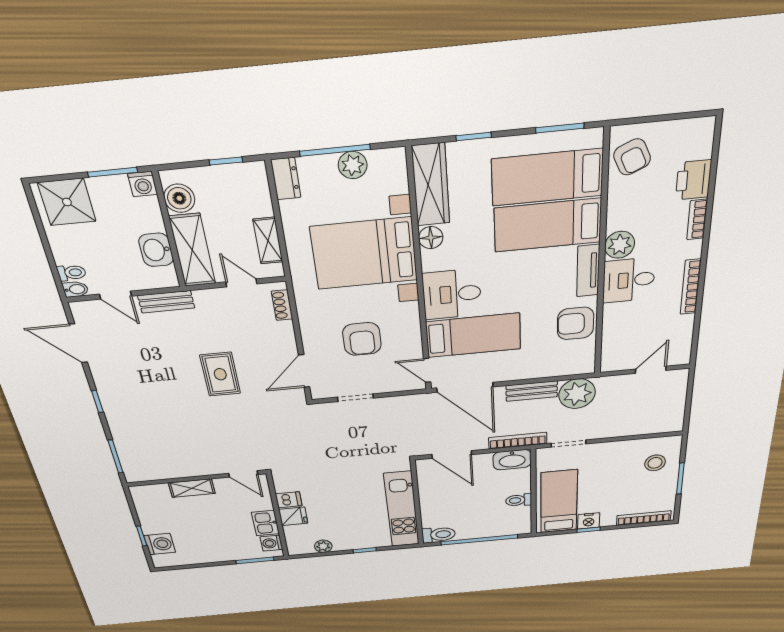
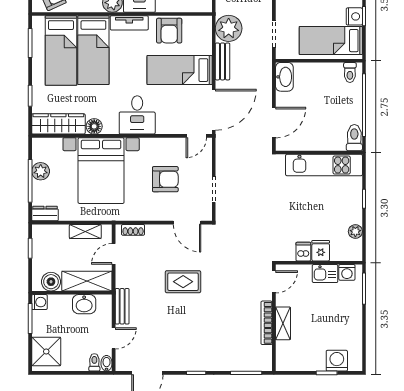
bed: (473, 335) -> (180, 70), moved, turned -90
bookcase: (518, 441) -> (267, 323), moved
toilet: (519, 500) -> (350, 72), moved

